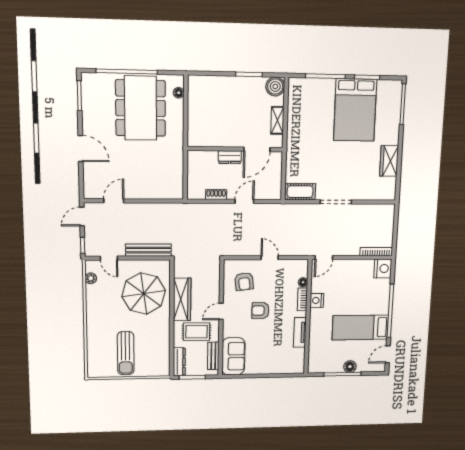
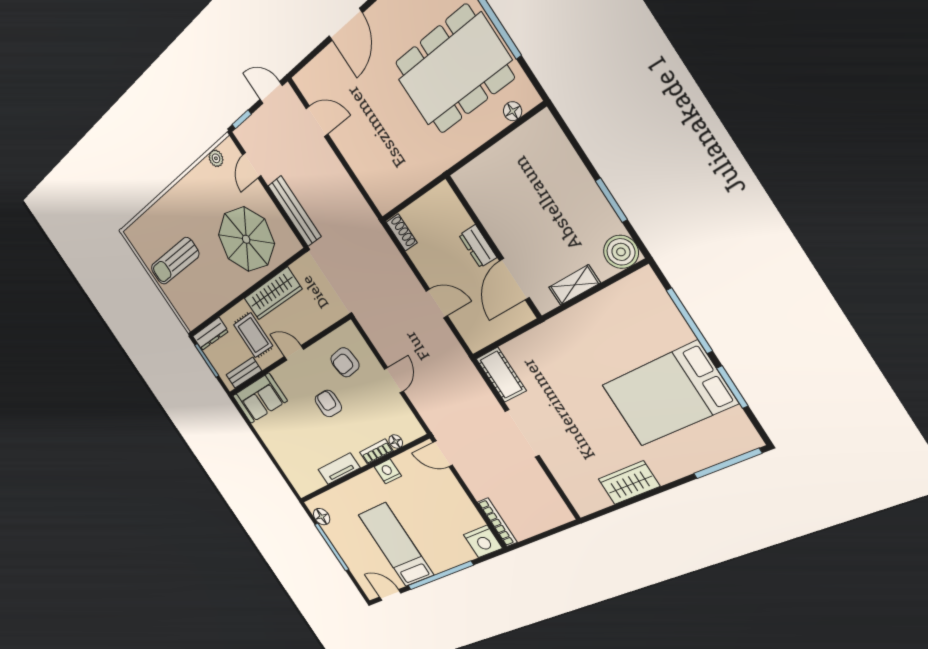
door: (257, 149) -> (515, 279), hinge flipped
shoe rack: (216, 194) -> (402, 232), moved
floor lamp: (350, 367) -> (322, 517), moved

